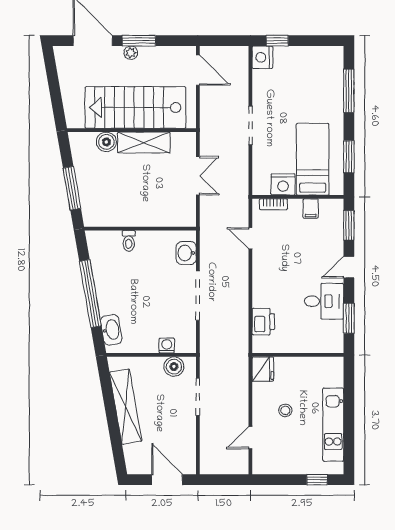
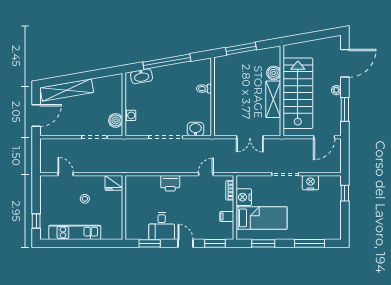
window: (139, 41) -> (345, 109), moved
nightstand: (262, 57) -> (310, 183), moved
printer: (263, 322) -> (170, 183), moved
shelving: (126, 407) -> (67, 90), moved

